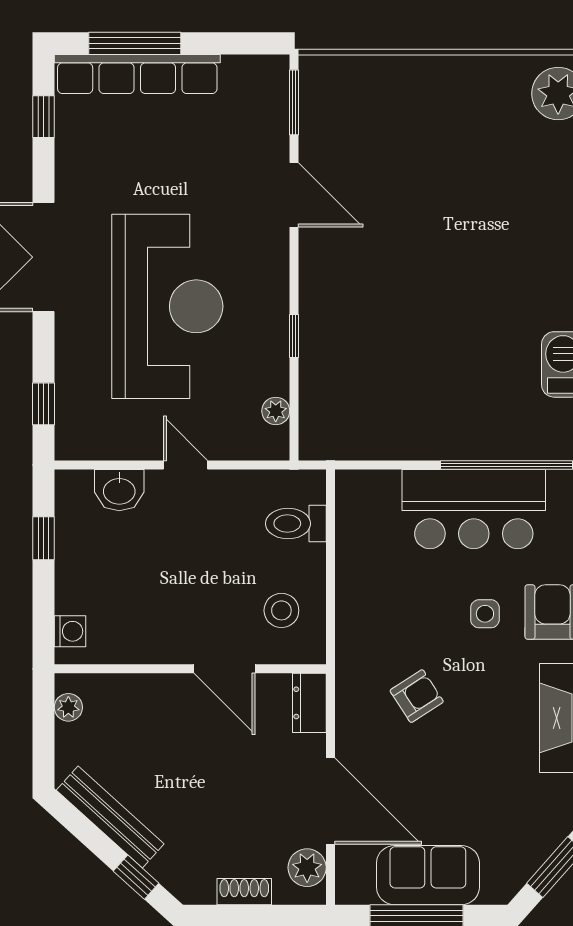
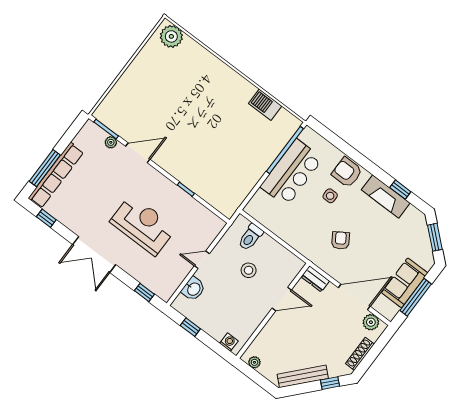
reception desk: (167, 306) -> (143, 225), width x0.74, depth x0.77
plant: (276, 411) -> (111, 142), moved
stool: (281, 610) -> (249, 270), moved
shoe rack: (244, 892) -> (360, 354), width x1.43

